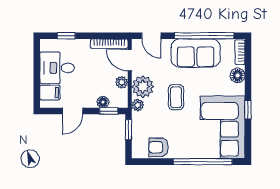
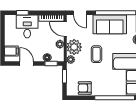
desk: (57, 68) -> (27, 26), moved, turned 90
door: (73, 111) -> (27, 64), swing flipped

